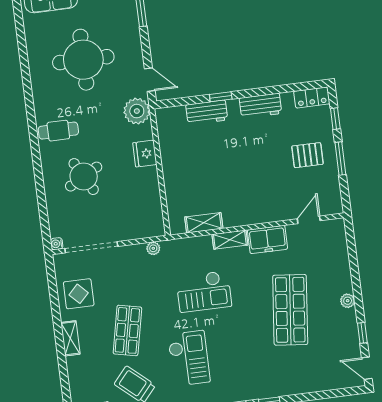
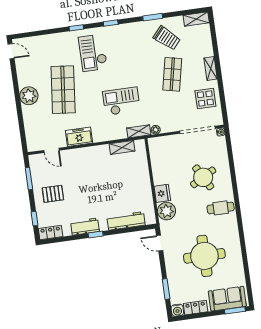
window: (221, 97) -> (96, 235), moved
plant: (137, 111) -> (167, 211), moved
workbench: (207, 112) -> (126, 221), width x1.38
window: (340, 158) -> (29, 179), moved
door: (309, 220) -> (51, 150), hinge flipped
shelving: (230, 240) -> (139, 131), moved
plant: (348, 301) -> (29, 96), width x1.88, depth x1.88
window: (362, 333) -> (14, 75), removed
checkout: (189, 358) -> (93, 53), moved

